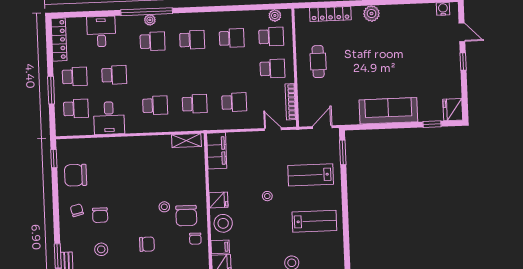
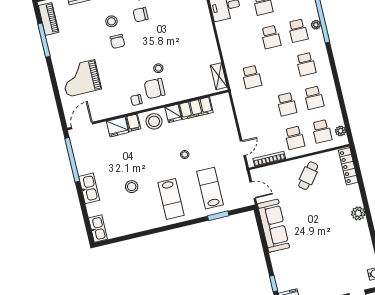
locker: (330, 14) -> (348, 166), moved
cafe table: (318, 62) -> (308, 176), turned -52
school desk: (234, 102) -> (287, 104), moved
school desk: (155, 105) -> (271, 37), moved
sofa: (388, 111) -> (273, 226), moved
filing cabinet: (217, 151) -> (196, 108), moved
window: (343, 152) -> (218, 216), moved
chair: (147, 244) -> (117, 41), moved

